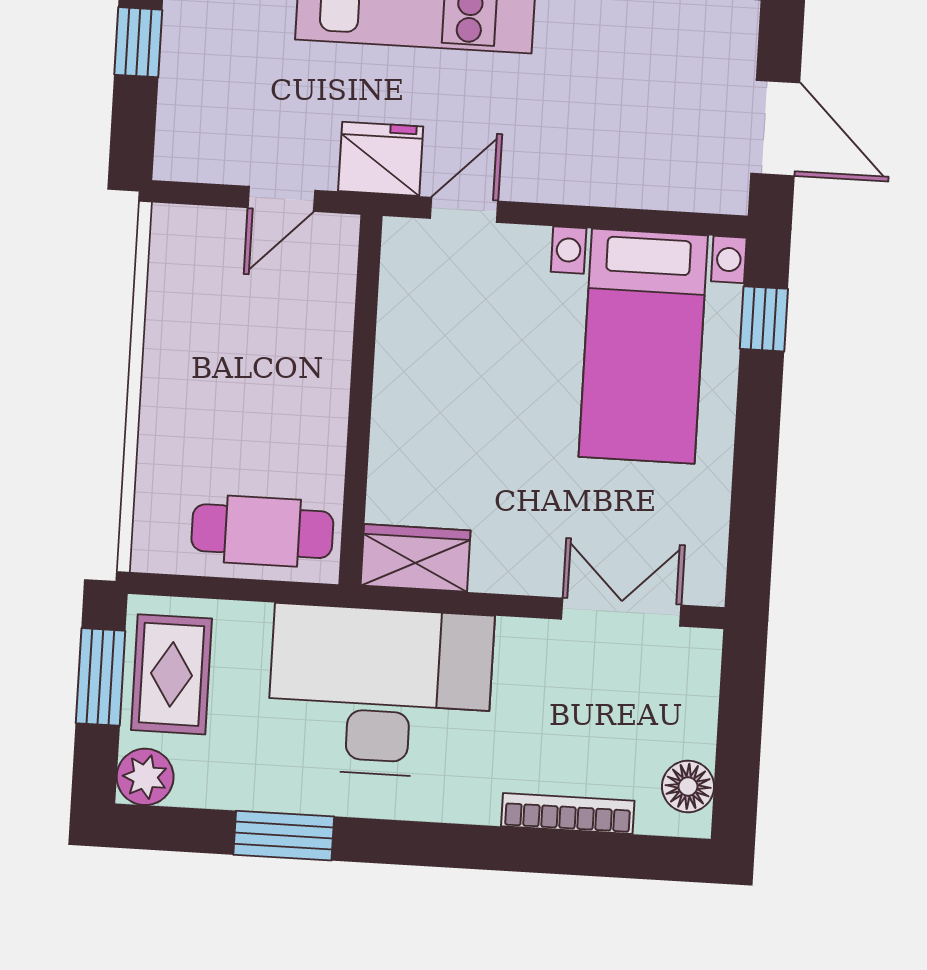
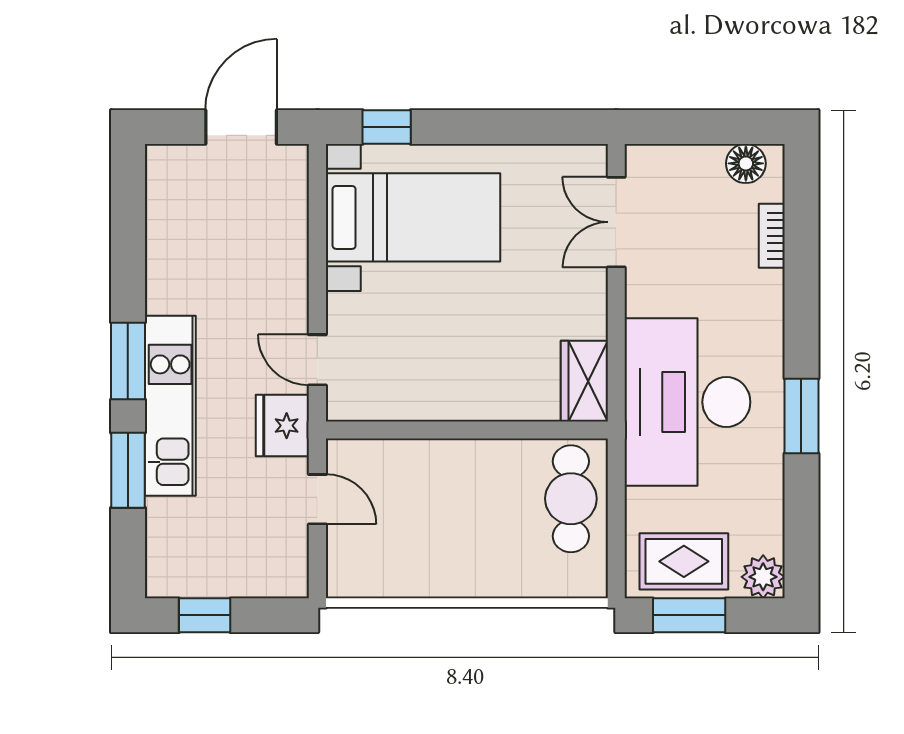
bookcase: (568, 813) -> (772, 236), width x0.64
window: (284, 836) -> (801, 416), moved

